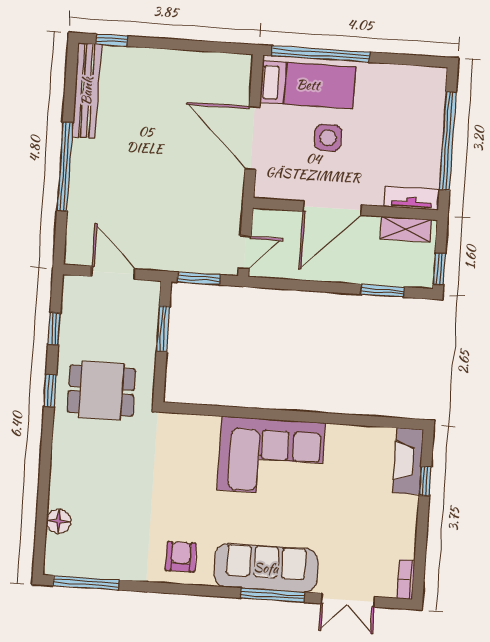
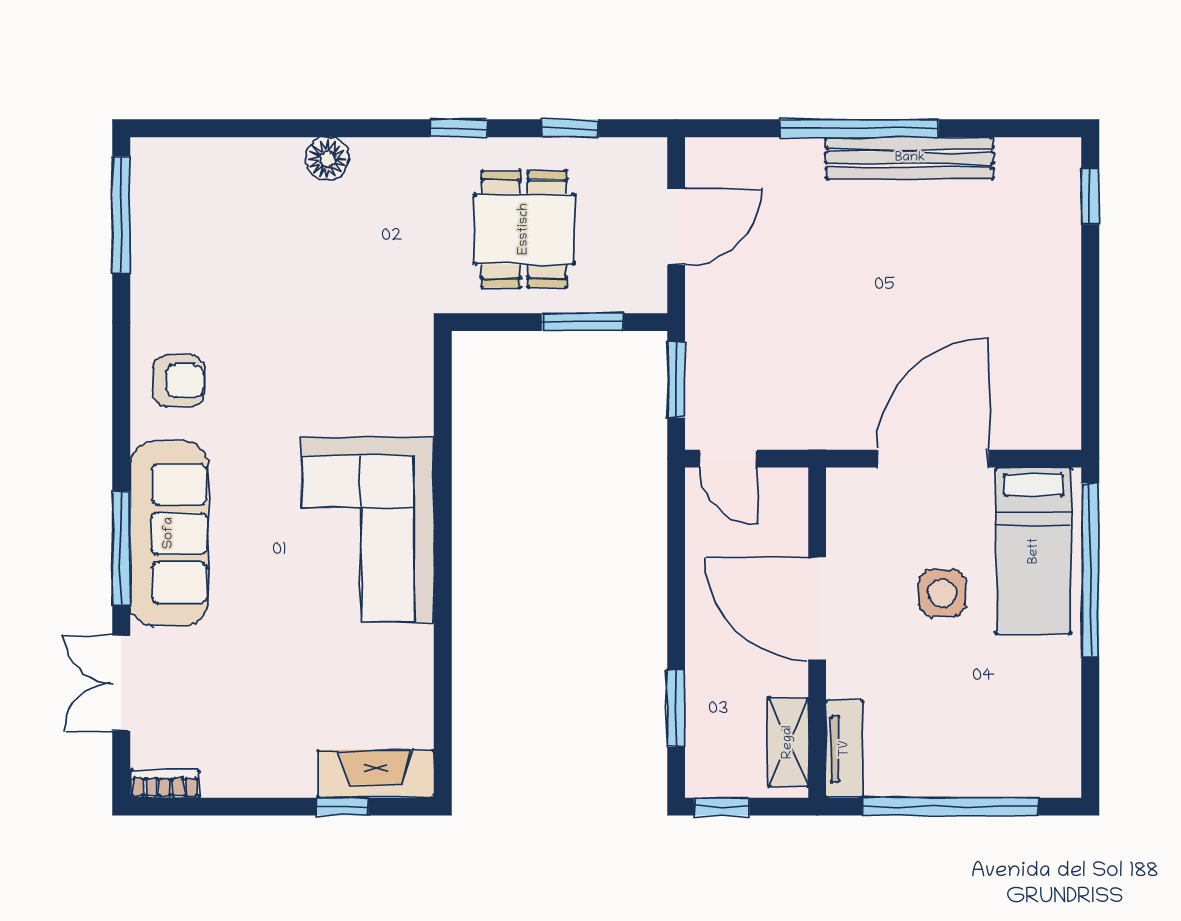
bench: (87, 91) -> (910, 158), moved
dining table: (101, 391) -> (524, 229), moved
floor lamp: (59, 521) -> (327, 159), moved

